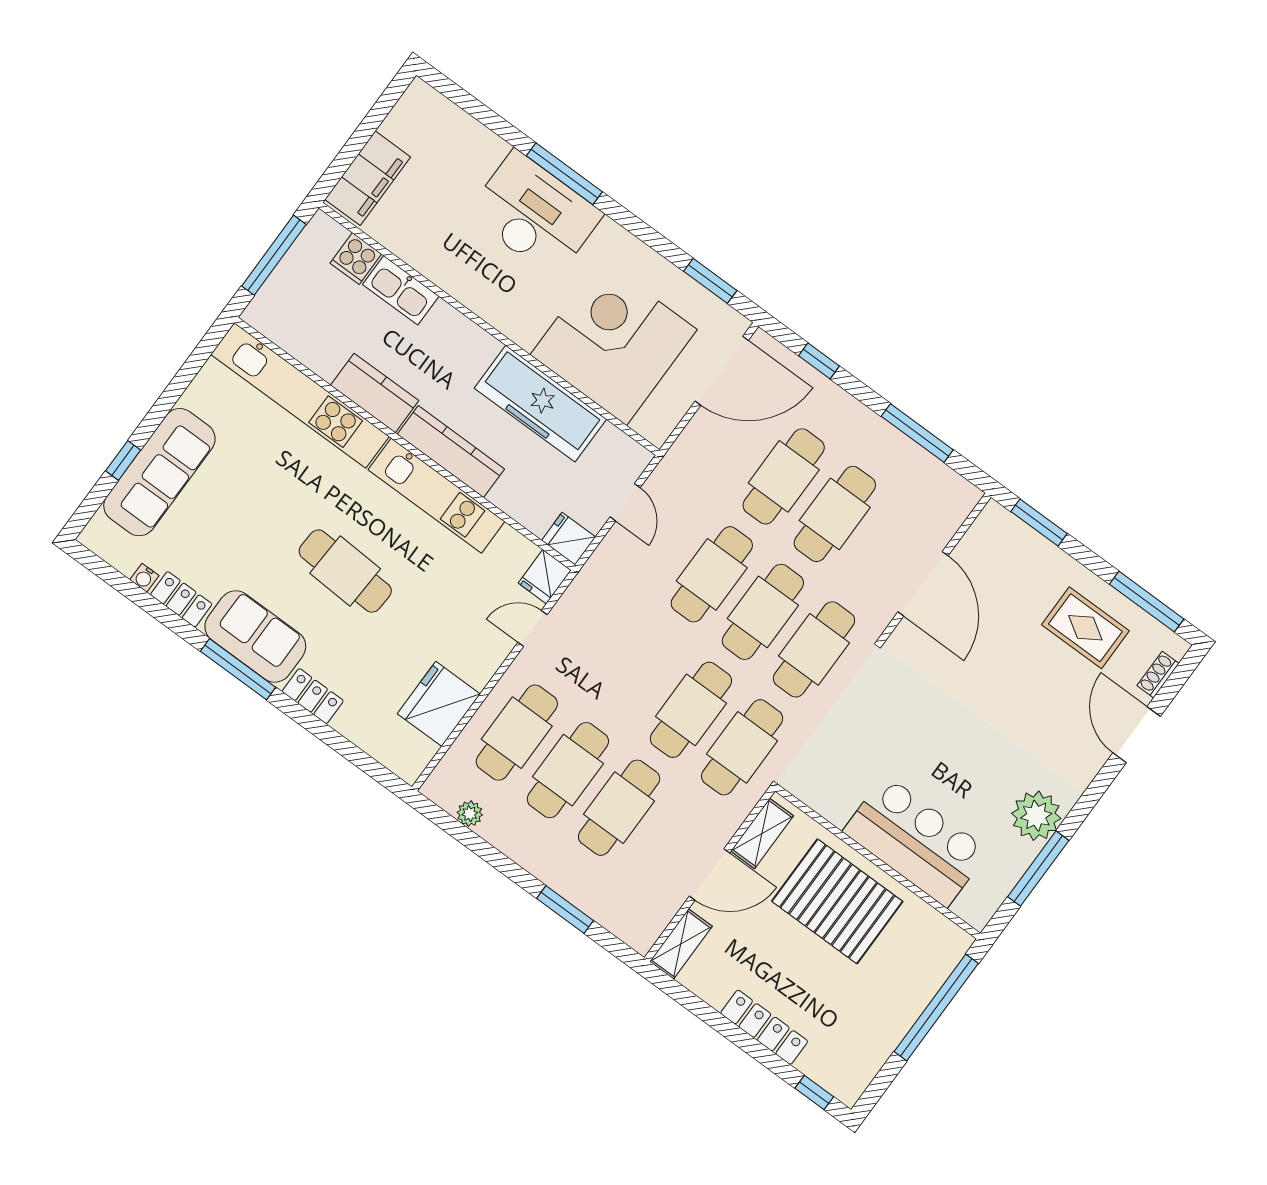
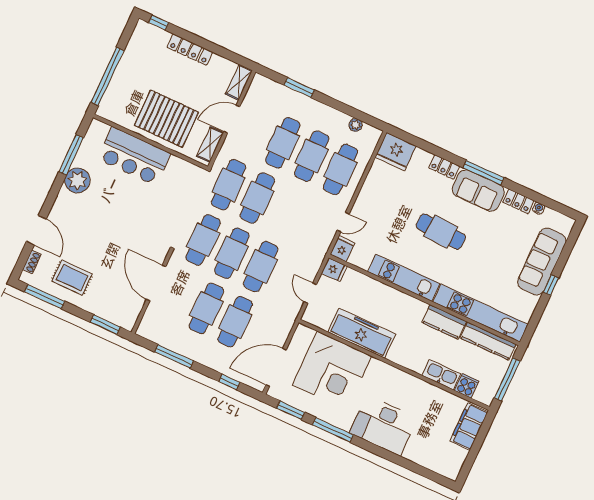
window: (564, 174) -> (333, 430), moved
kitchen counter: (451, 452) -> (488, 341), moved
window: (123, 460) -> (551, 285), moved
fridge: (439, 704) -> (396, 152), moved, turned 90

